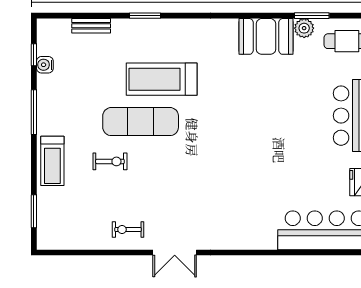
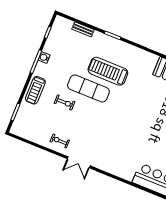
water cooler: (45, 65) -> (44, 58), moved

